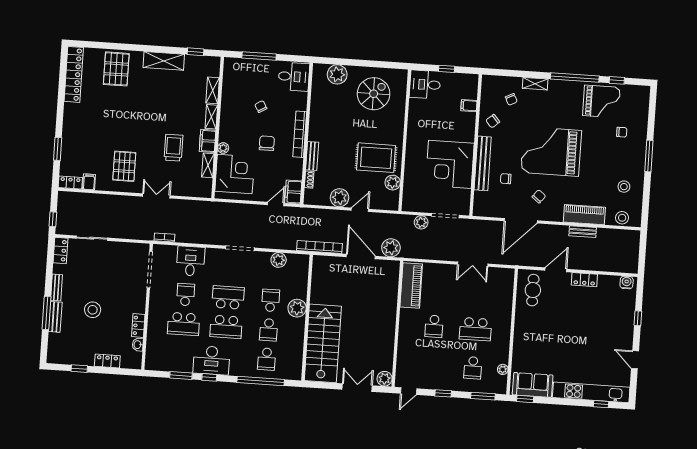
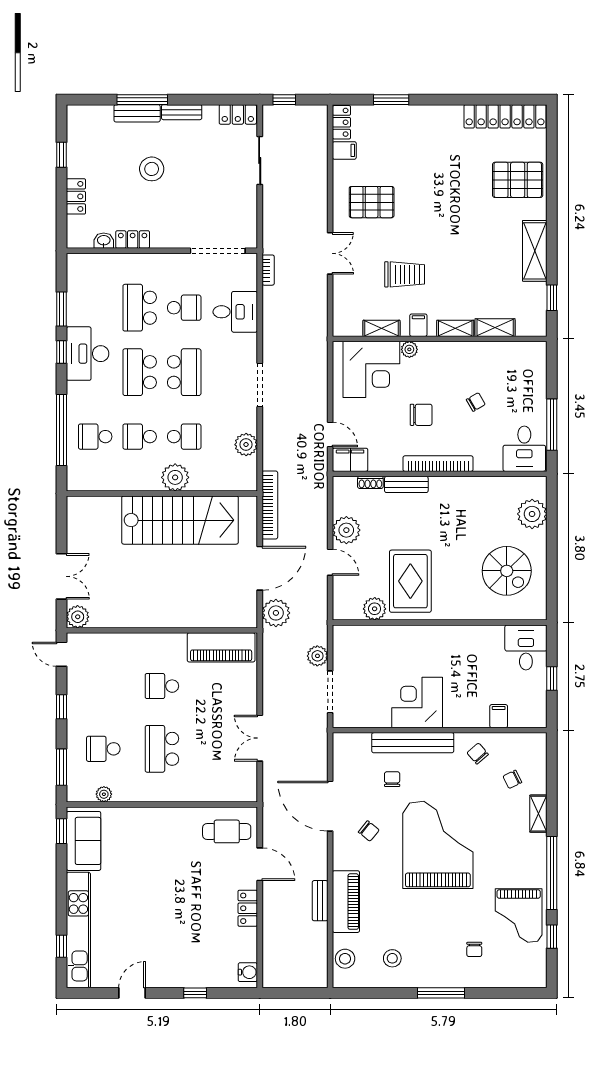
window: (259, 56) -> (552, 425), moved
filing cabinet: (208, 141) -> (418, 325), width x0.50
corner desk: (450, 164) -> (417, 702), width x0.74, depth x0.74
stairs: (323, 343) -> (180, 520), moved

